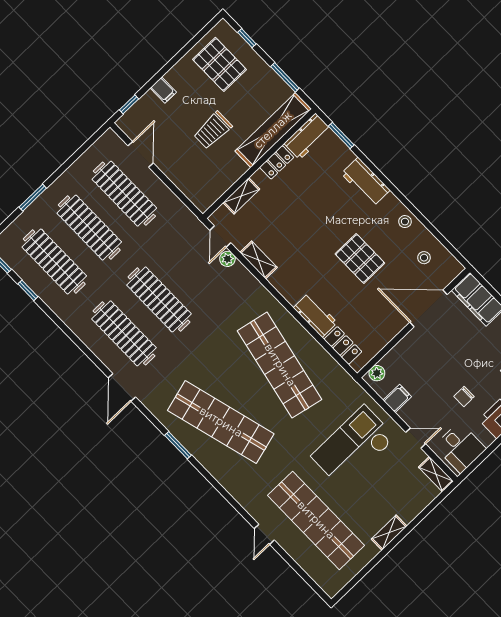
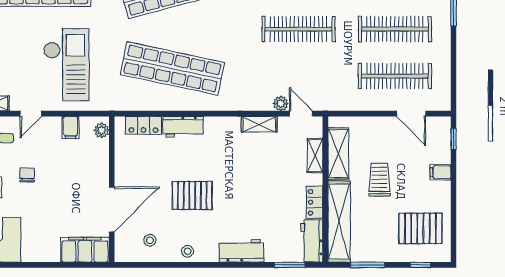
shelving: (223, 180) -> (338, 154), added

